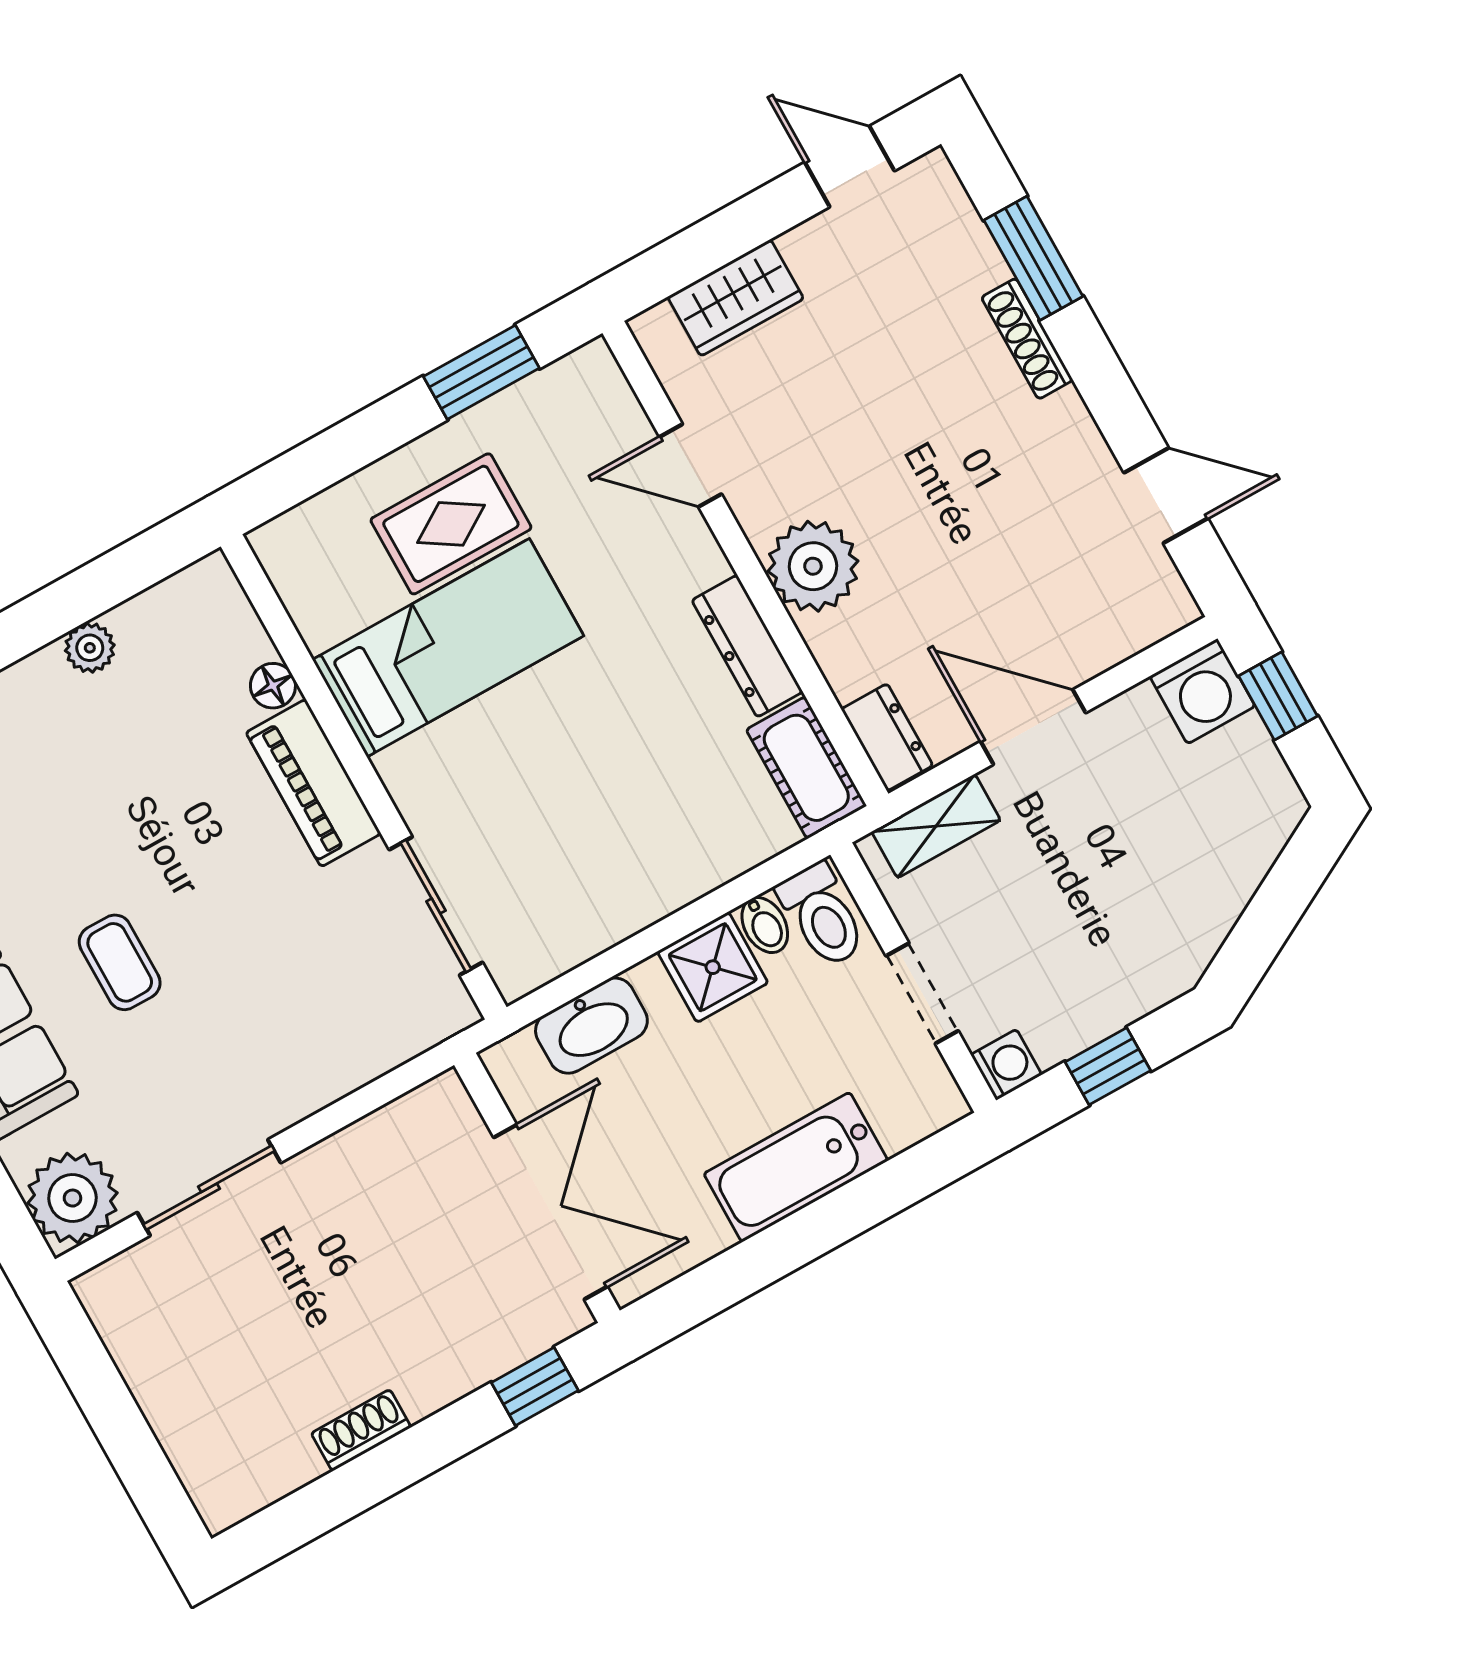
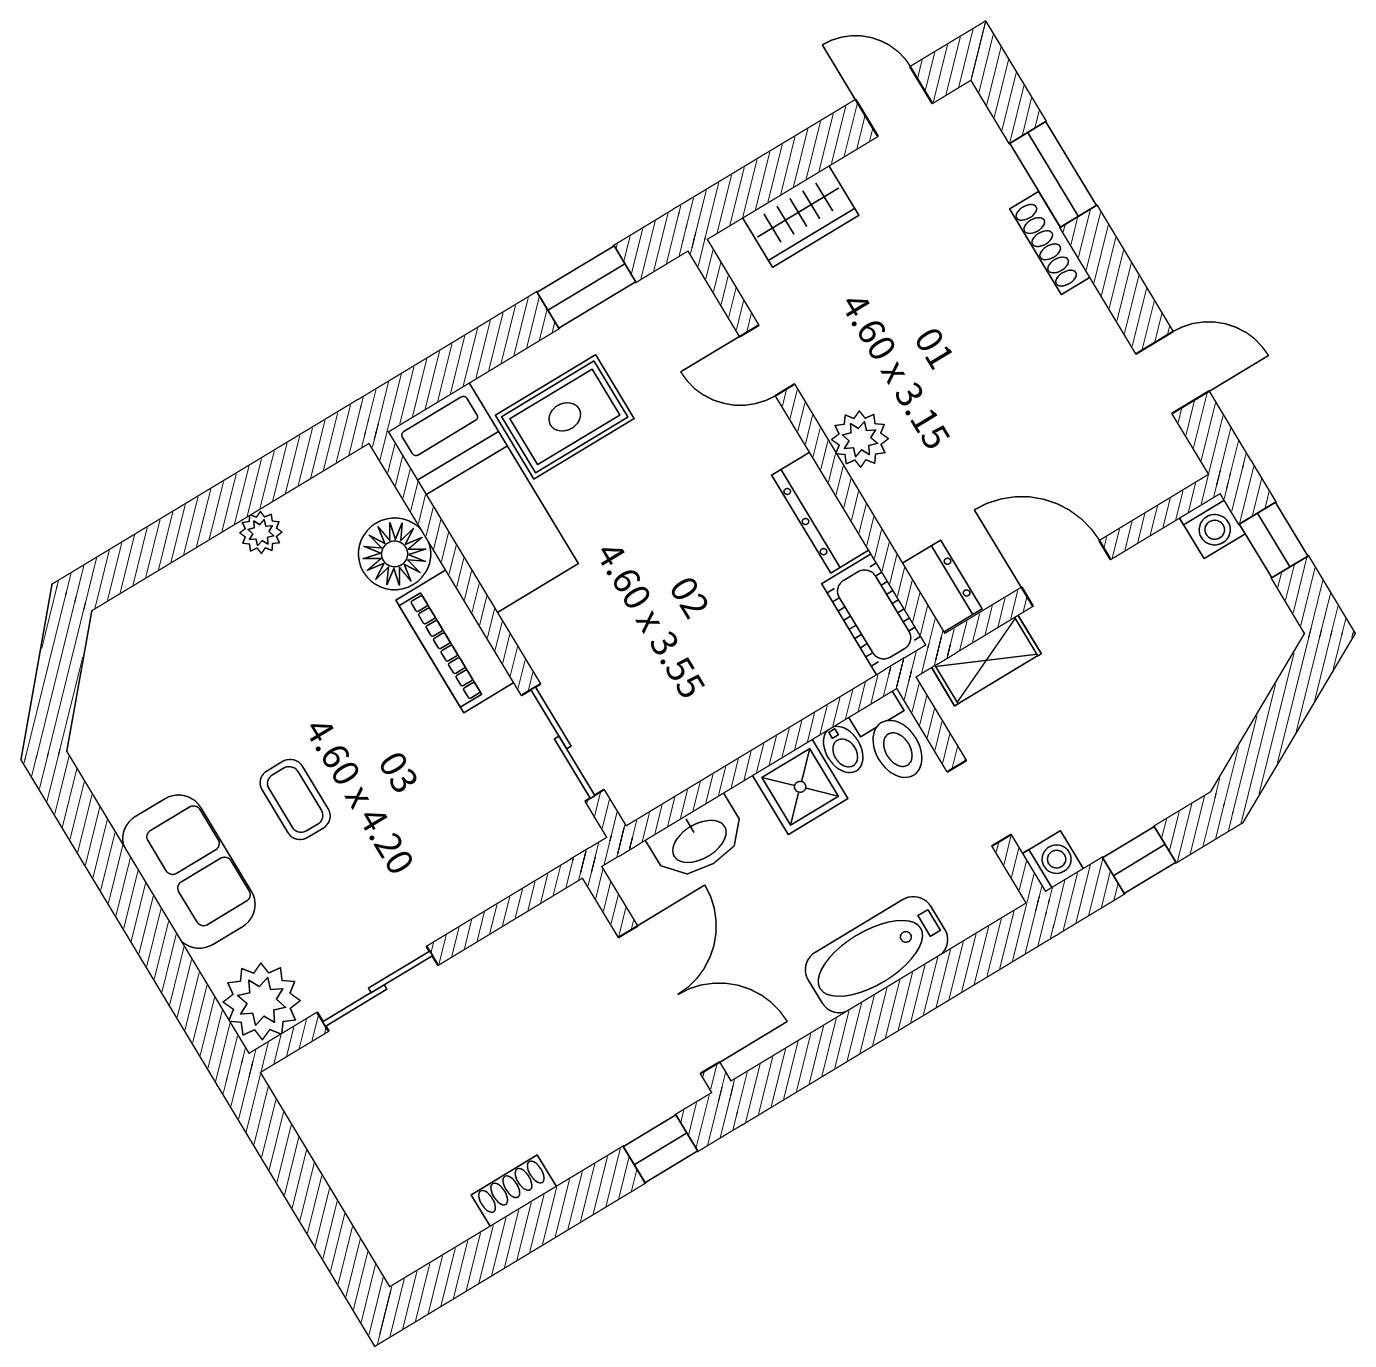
plant: (813, 566) -> (860, 439), width x0.73, depth x0.73
bed: (448, 648) -> (483, 498), moved, turned 90
floor lamp: (273, 686) -> (395, 554), width x1.89, depth x1.89
washing machine: (1202, 691) -> (1212, 526), width x0.73, depth x0.73

